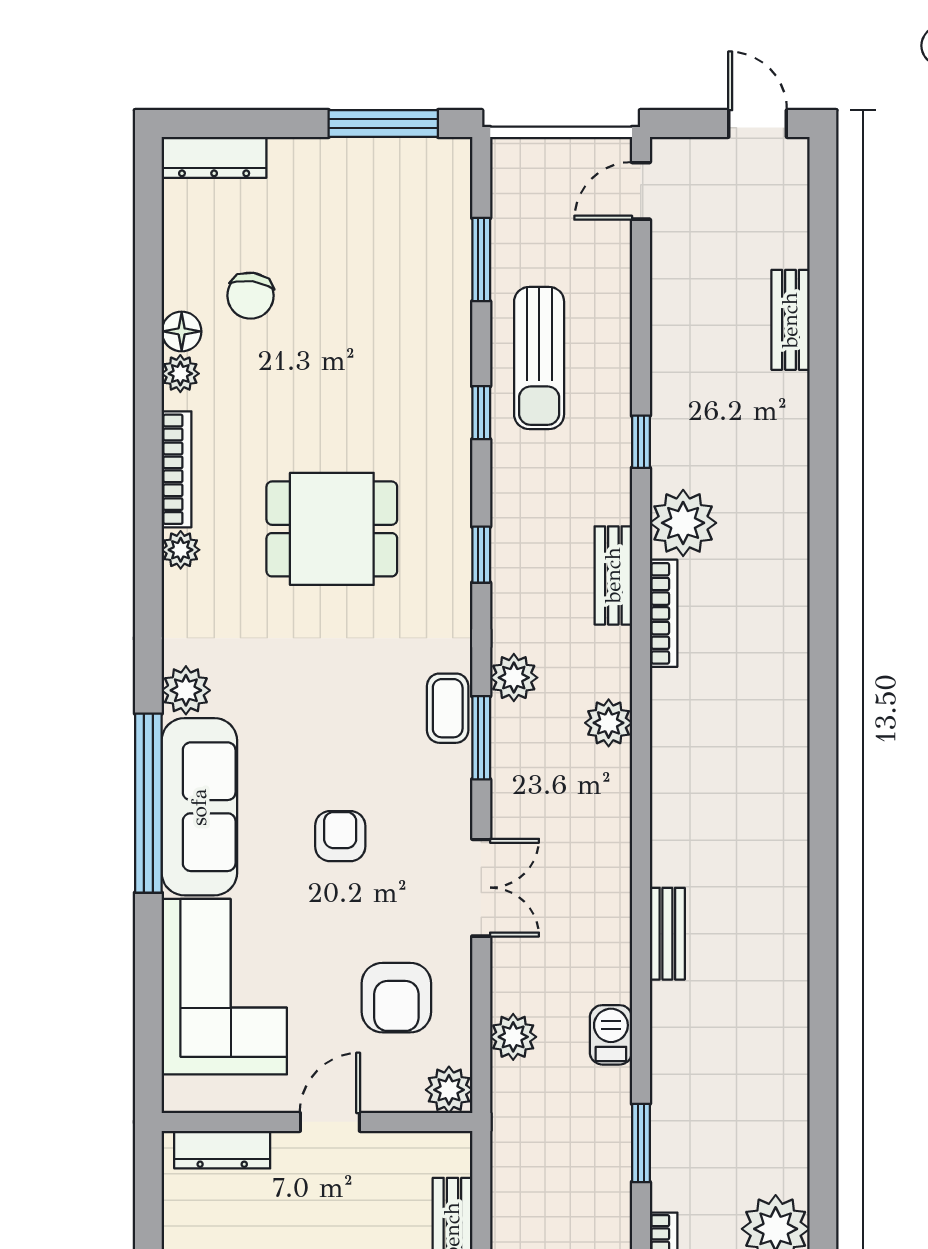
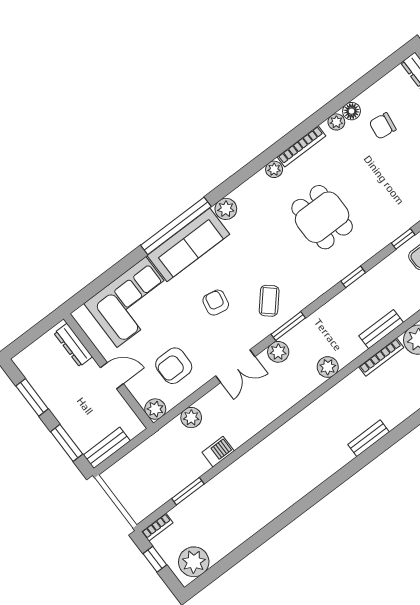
plant: (514, 678) -> (278, 352), moved
coffee table: (448, 708) -> (269, 301), moved, turned -49
armchair: (340, 836) -> (216, 303), turned -79
bench: (667, 934) -> (369, 438), moved

